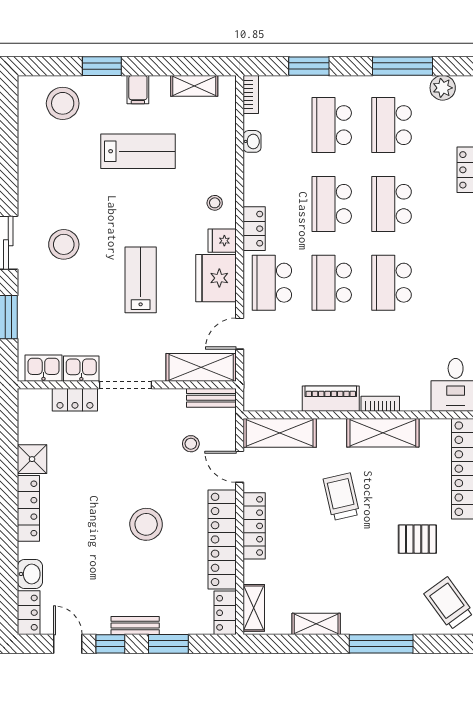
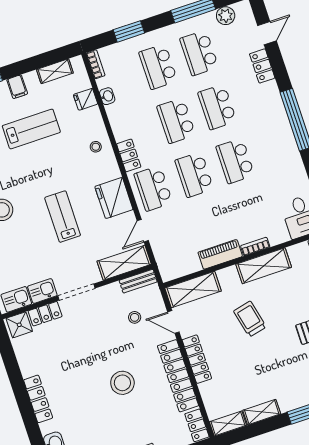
fridge: (222, 241) -> (86, 99), moved
shower: (32, 459) -> (19, 325), moved
shelving: (254, 608) -> (228, 424), moved, turned 90

